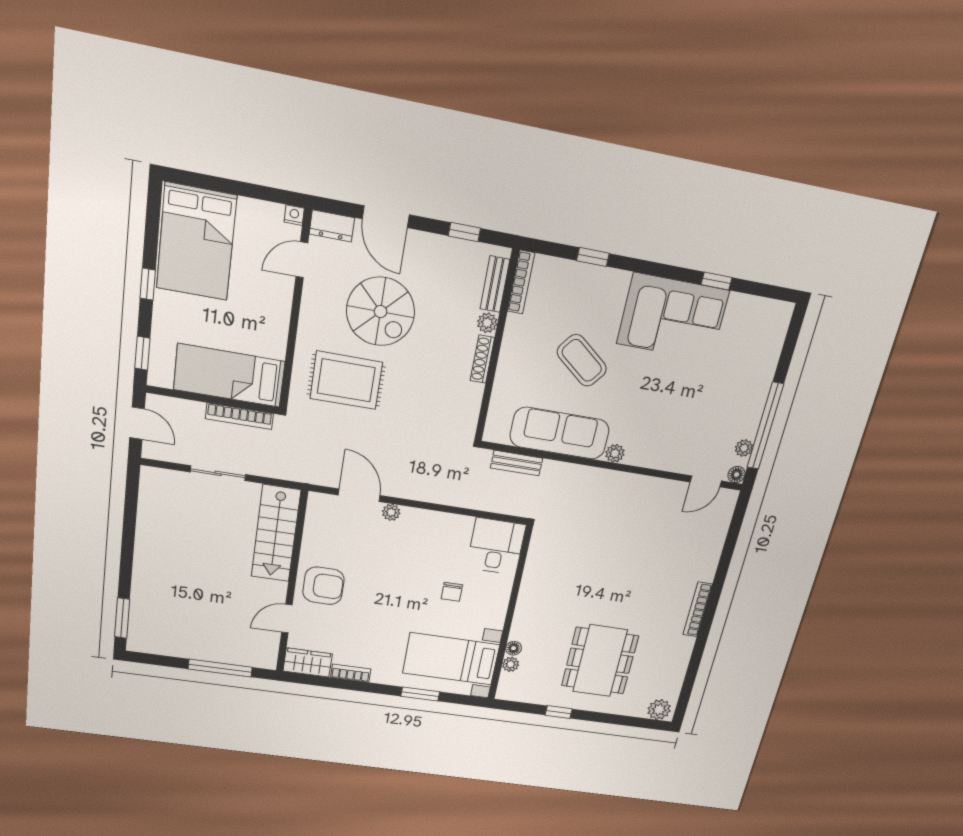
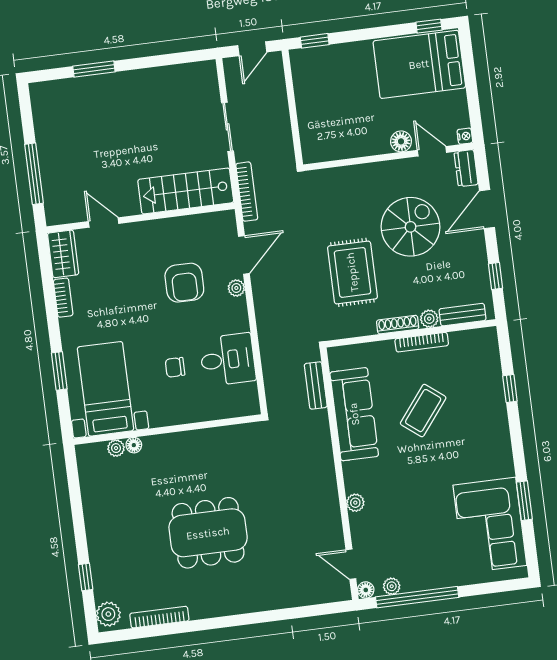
window: (717, 281) -> (524, 501), width x1.50
bookcase: (521, 282) -> (422, 342), moved
window: (148, 284) -> (429, 26), moved
floor lamp: (281, 292) -> (401, 141), added
spiral stairs: (381, 312) -> (410, 227), turned 180
corner sofa: (673, 317) -> (490, 525), moved
bed: (229, 375) -> (318, 116), removed
rug: (346, 380) -> (352, 272), moved
bookcase: (239, 416) -> (247, 192), moved, turned 180
plant: (615, 453) -> (355, 503), moved
desk: (496, 546) -> (228, 360), moved
armchair: (323, 586) -> (184, 283), moved
bookcase: (698, 609) -> (159, 617), moved
window: (122, 618) -> (94, 69), moved
dining table: (600, 661) -> (208, 533), moved
window: (559, 712) -> (86, 577), moved

